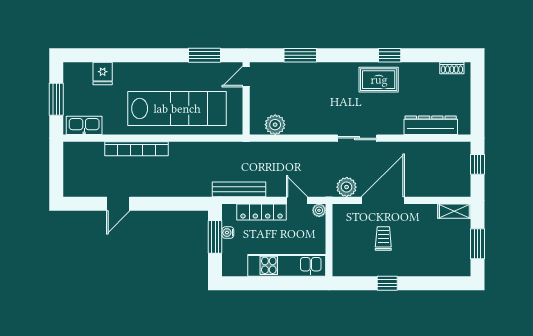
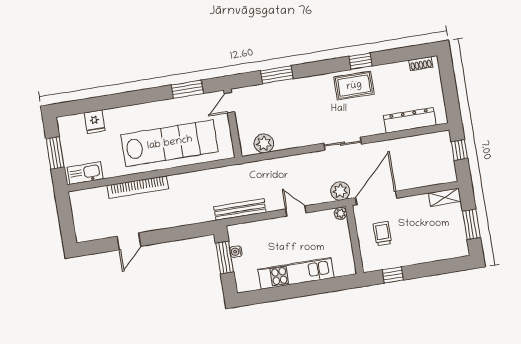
plant: (319, 210) -> (341, 213), moved
locker: (261, 212) -> (264, 227), removed
wall: (329, 240) -> (354, 240), moved

